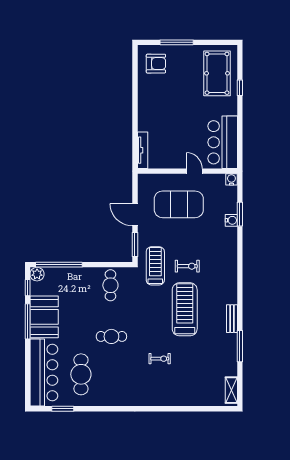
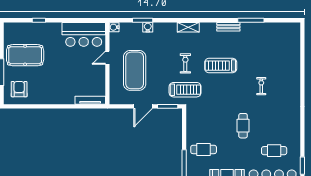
pool table: (217, 73) -> (25, 55), moved
treadmill: (155, 266) -> (185, 90), turned 180
cafe table: (110, 285) -> (204, 149), moved
treadmill: (185, 309) -> (221, 66), width x0.73, depth x0.73
cafe table: (81, 374) -> (274, 151), width x0.73, depth x0.74
shelving: (231, 390) -> (188, 27), moved

